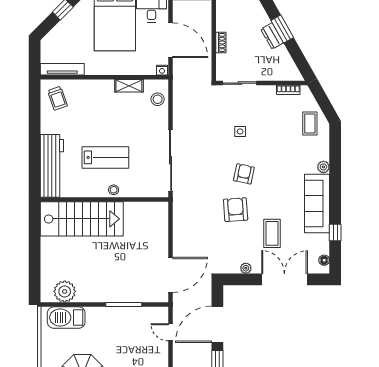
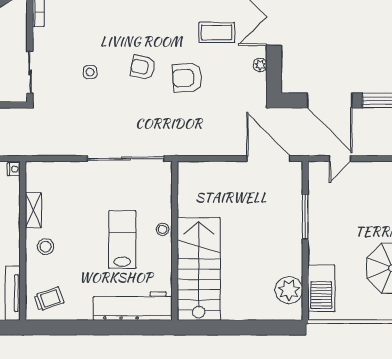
stool: (158, 99) -> (46, 247), moved

